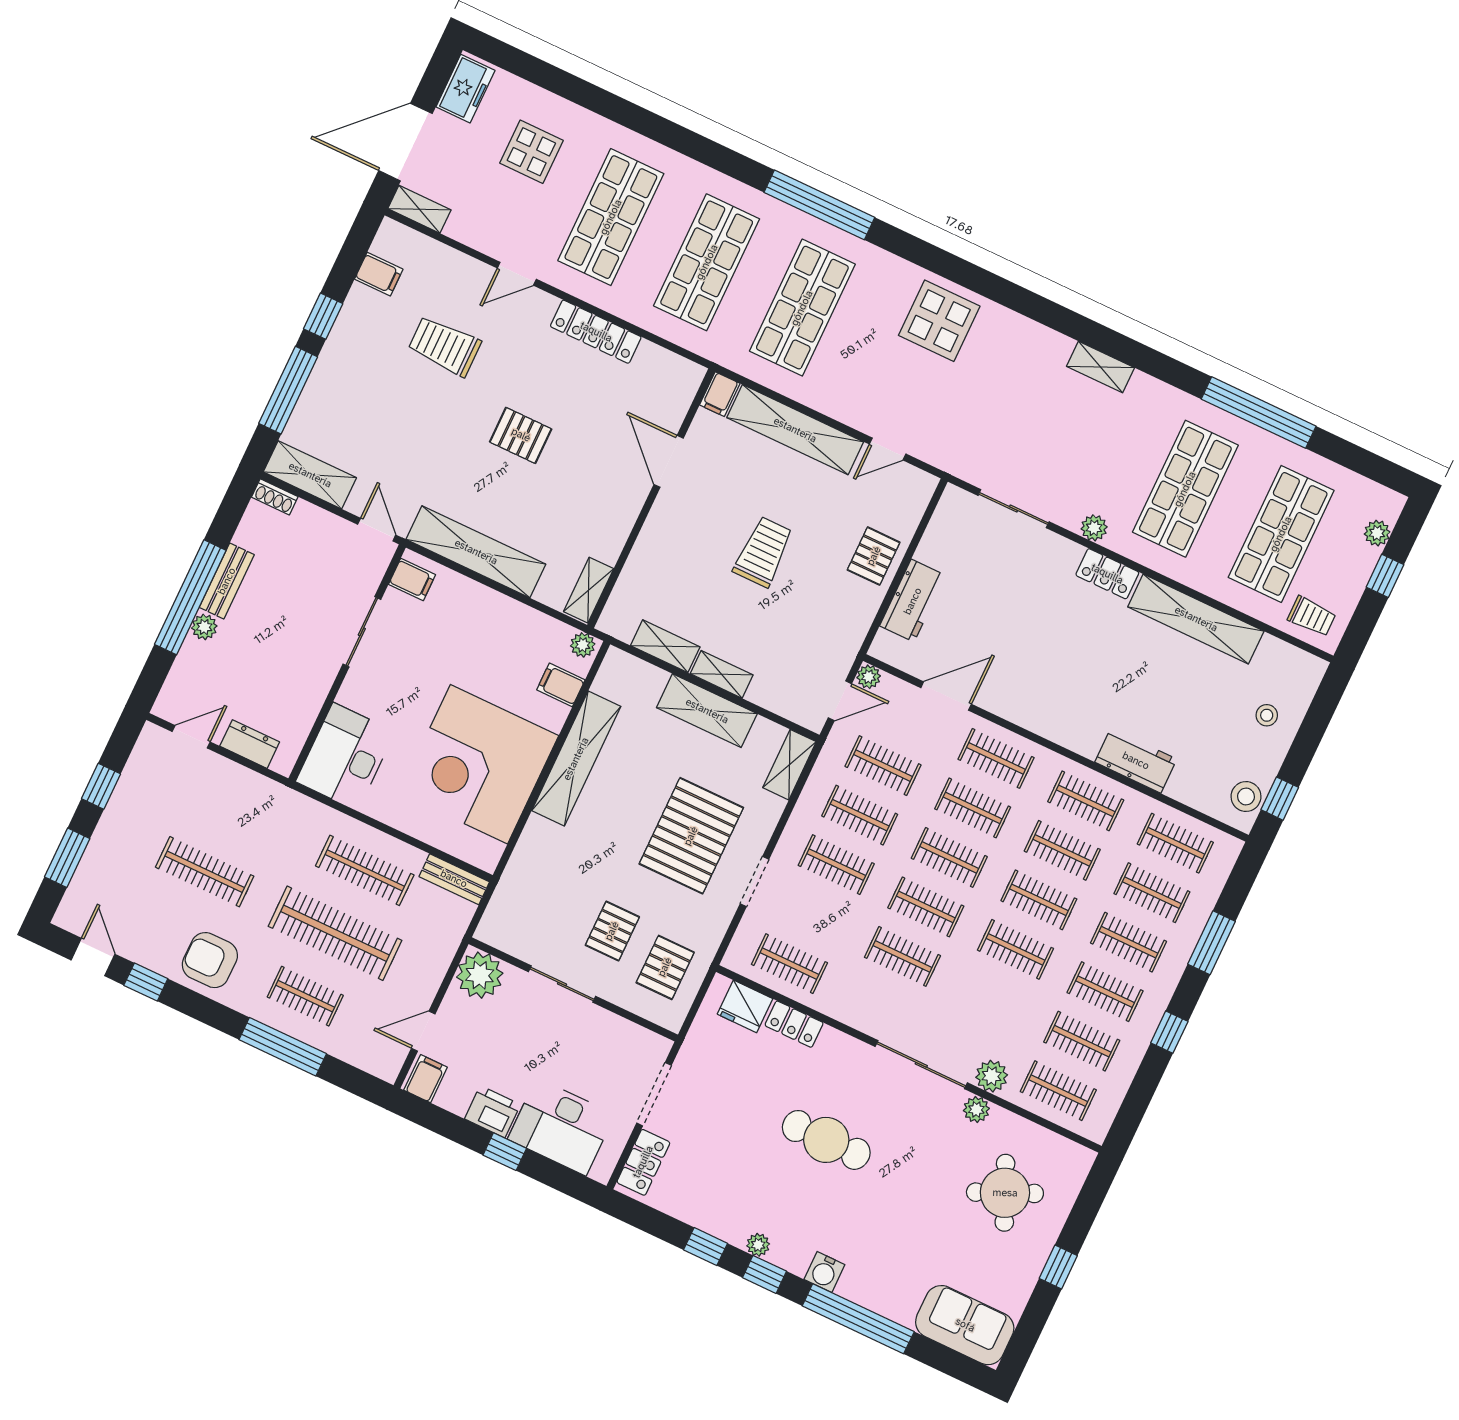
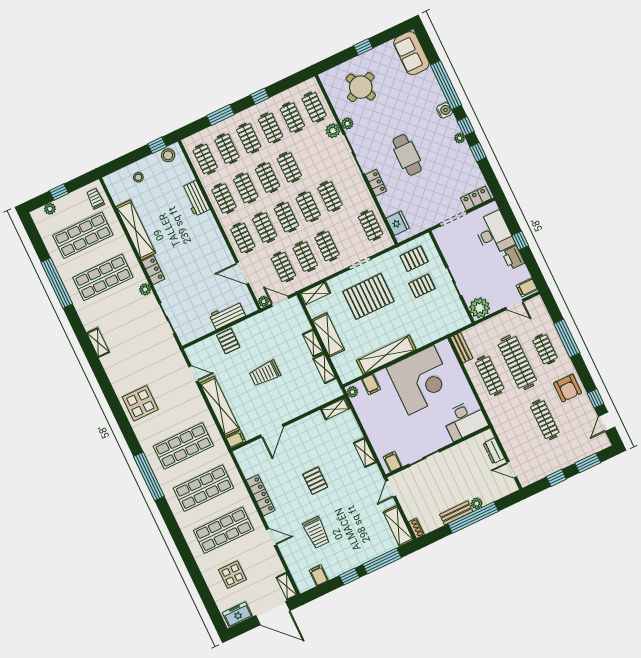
shelving: (476, 552) -> (365, 453), width x0.45, depth x0.75
pallet: (874, 556) -> (228, 341), turned 90
locker: (794, 1024) -> (376, 183), moved

